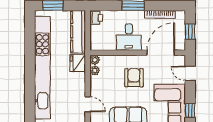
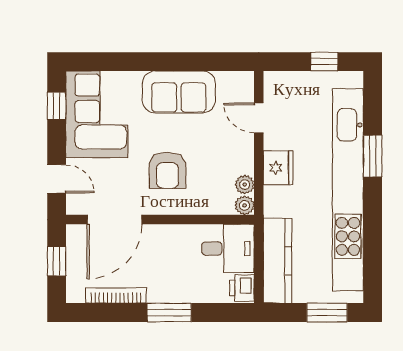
desk: (129, 37) -> (228, 248), moved, turned 90
fridge: (78, 63) -> (278, 168), moved
window: (30, 85) -> (373, 156), added

